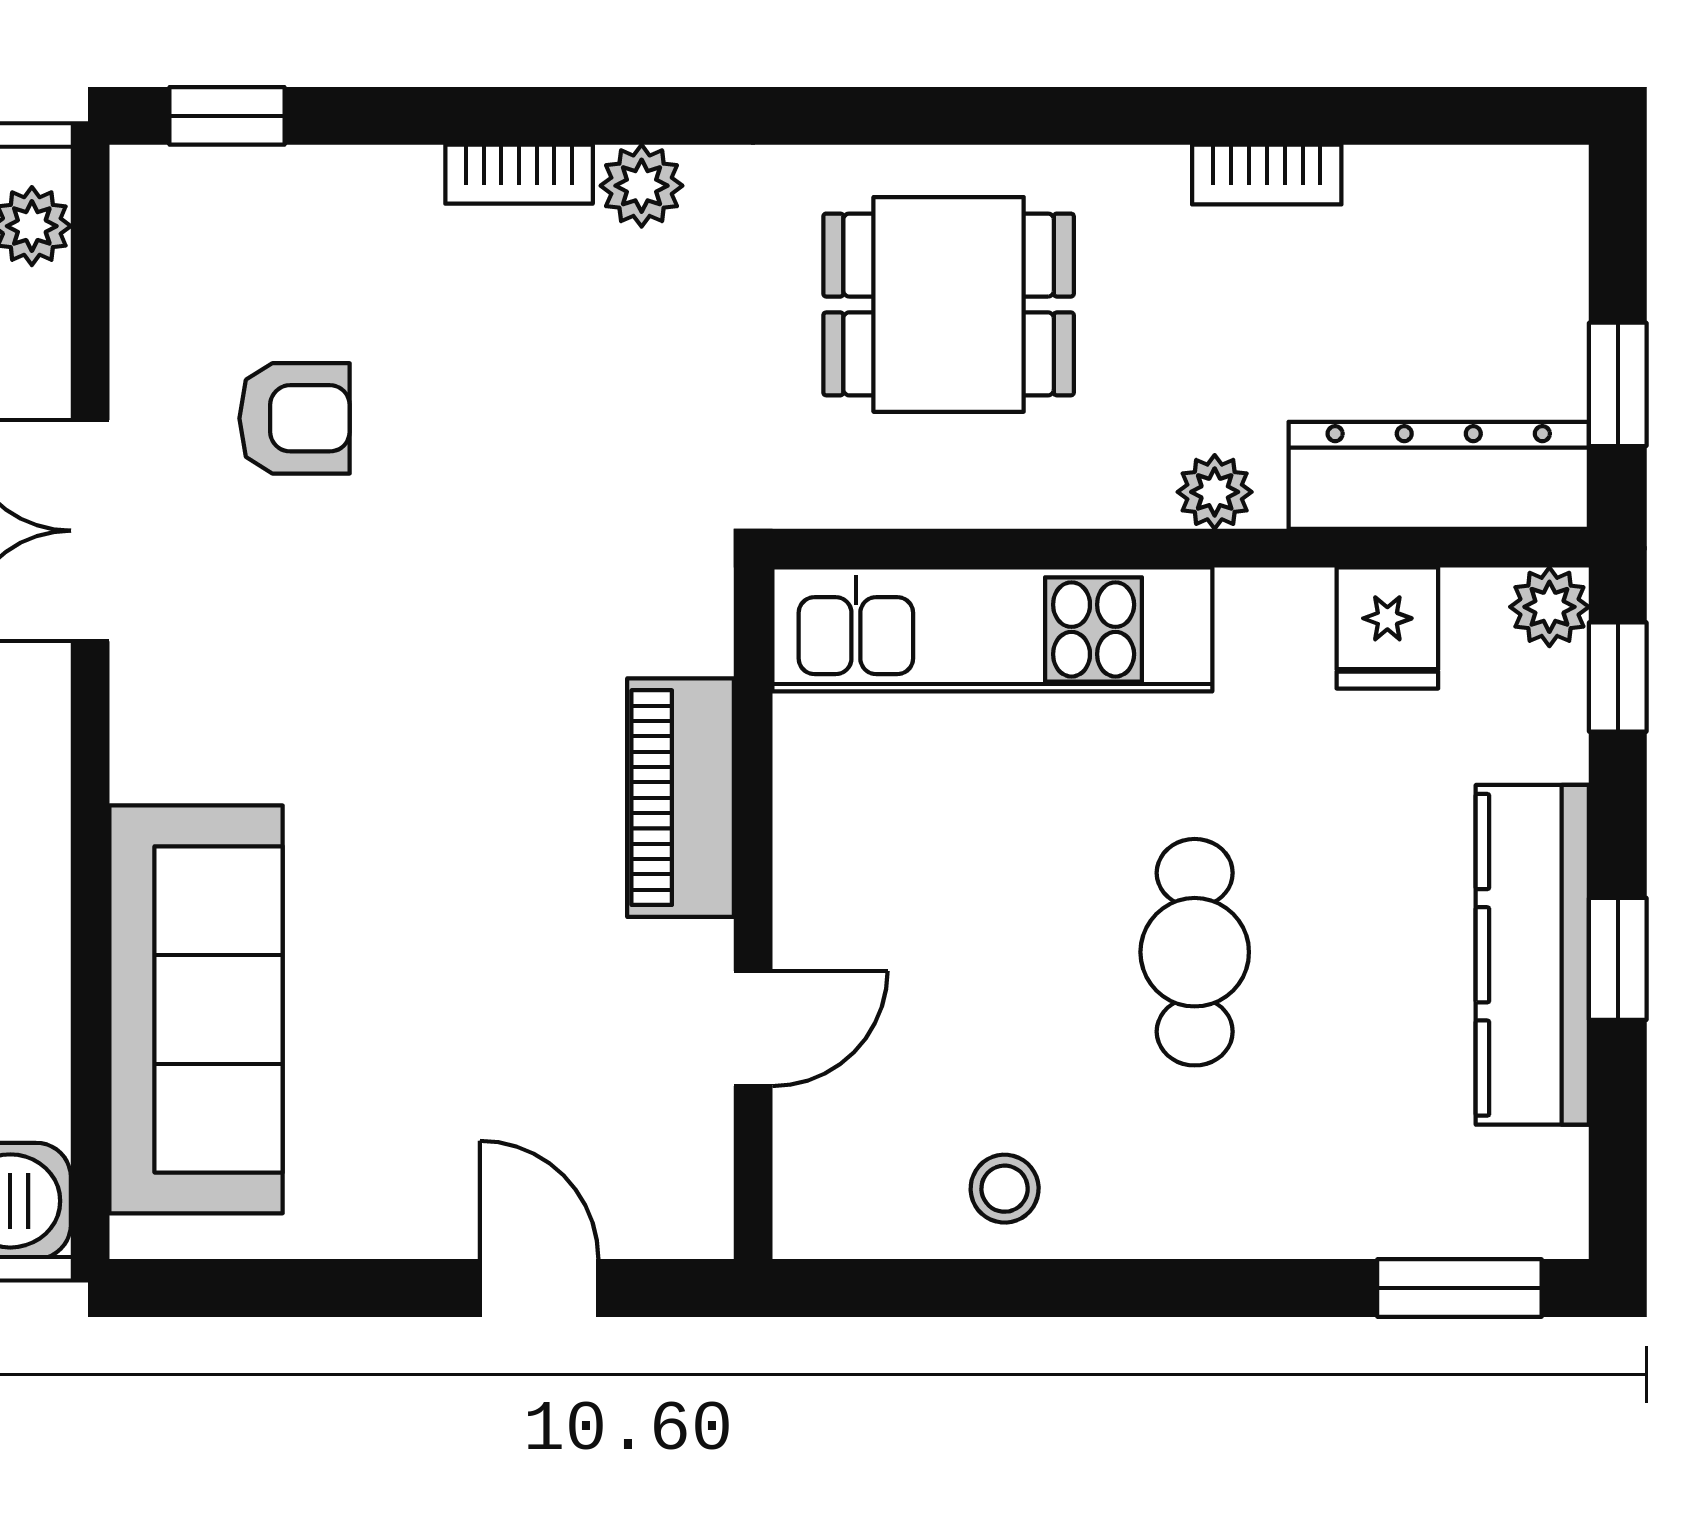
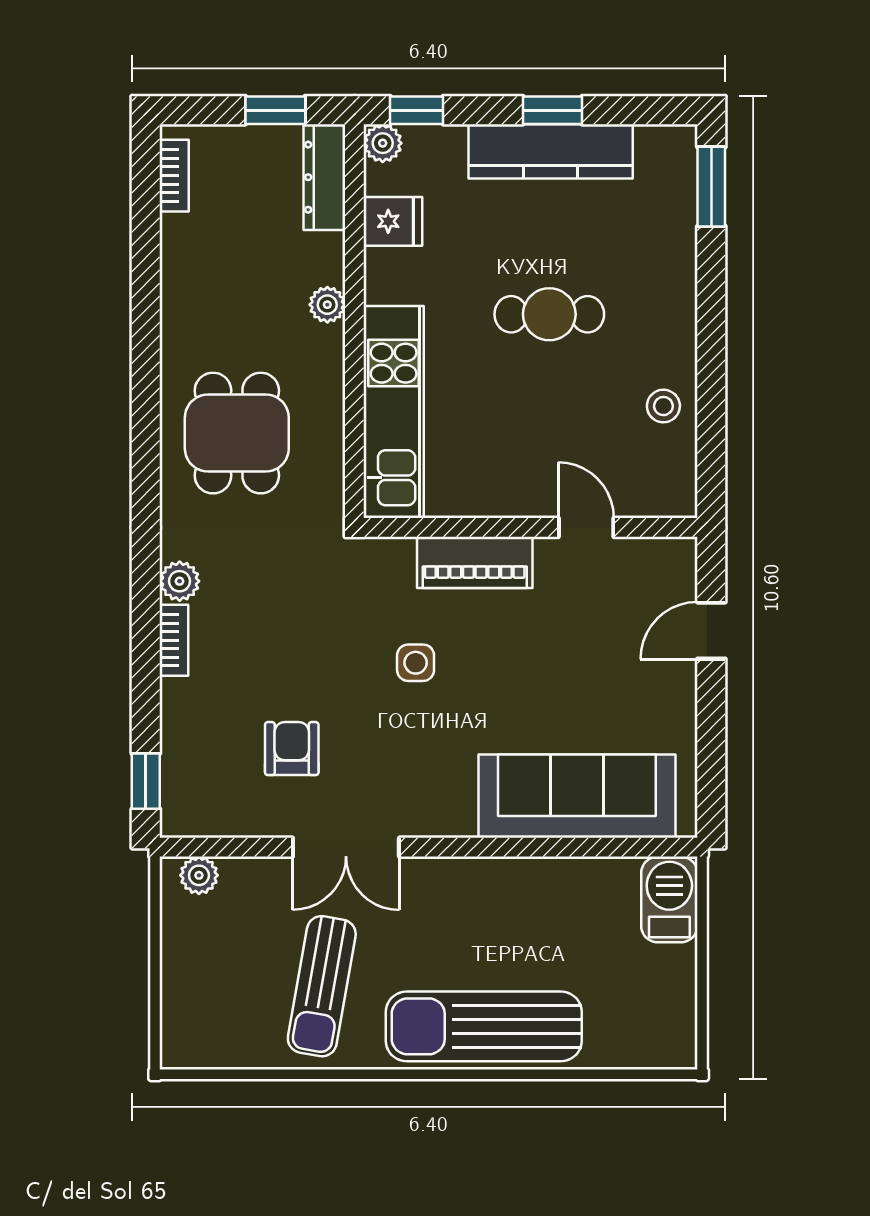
bookcase: (1267, 175) -> (174, 176), moved
dresser: (1439, 475) -> (324, 177), width x0.73, depth x0.80
side table: (473, 675) -> (416, 663), added

